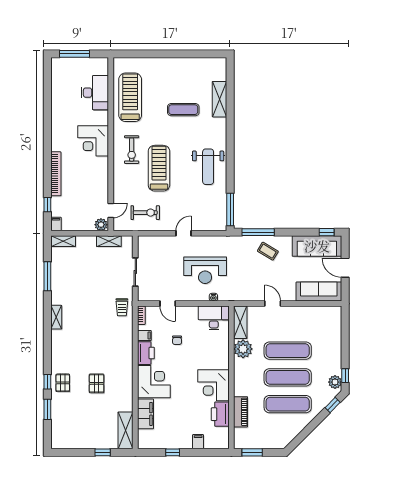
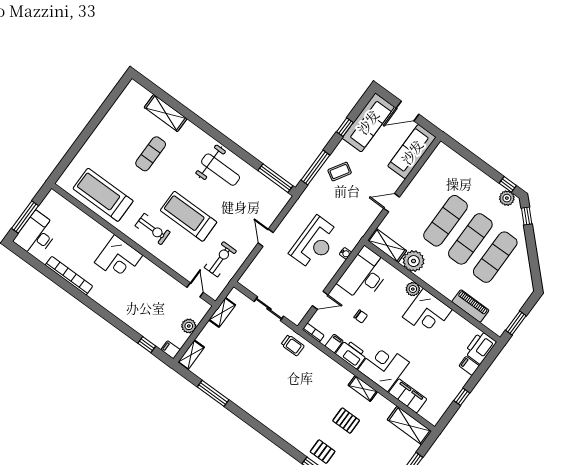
desk: (95, 93) -> (37, 235), moved, turned -90
bookcase: (56, 174) -> (69, 276), moved
plant: (101, 225) -> (189, 326), moved
window: (327, 232) -> (345, 127), moved
shelving: (56, 317) -> (363, 389), moved
desk: (214, 318) -> (364, 275), width x1.36, depth x1.30
plant: (223, 363) -> (413, 289), added
printer: (220, 414) -> (480, 347), moved, turned 90

